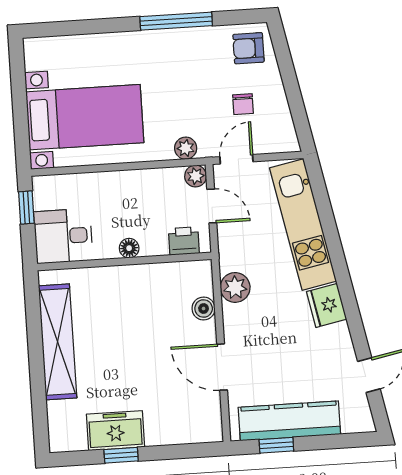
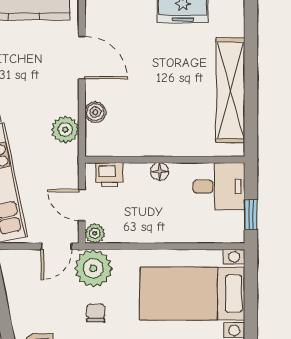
chair: (243, 104) -> (96, 313), moved
plant: (186, 148) -> (93, 268), width x1.88, depth x1.88

